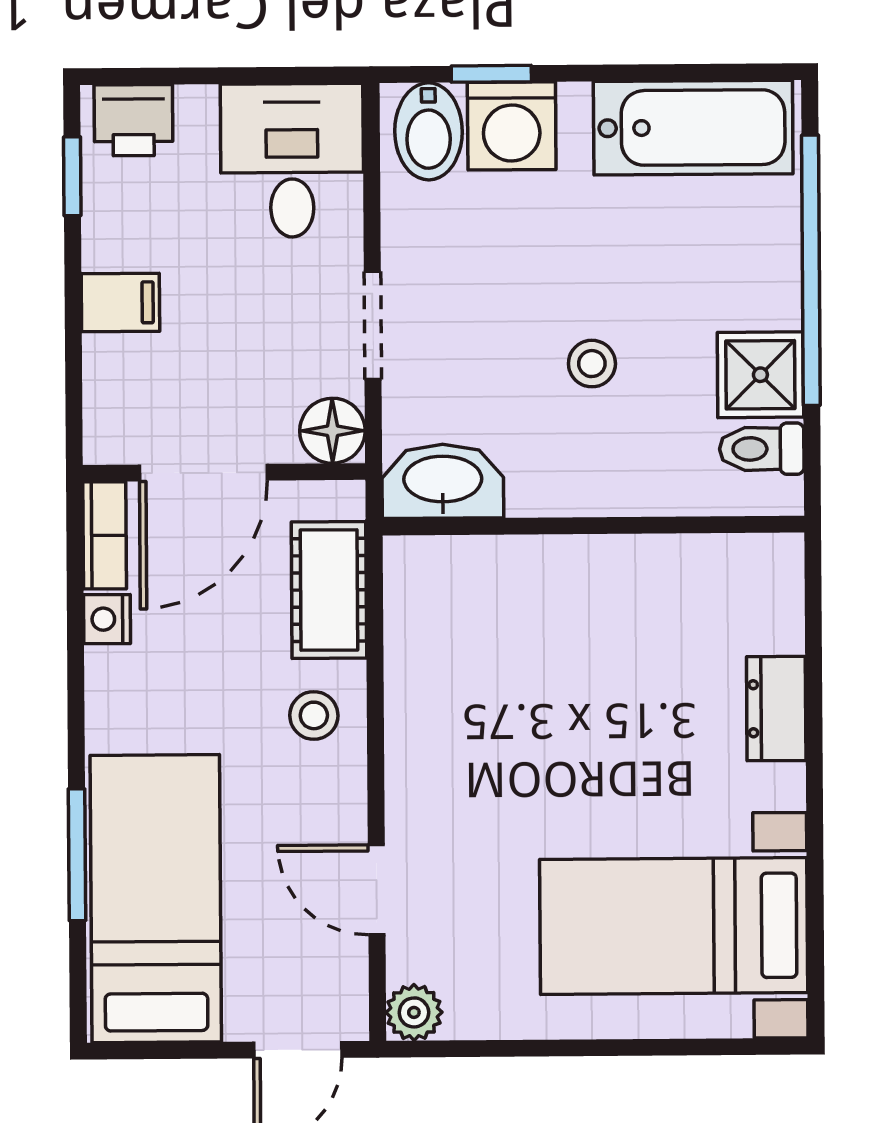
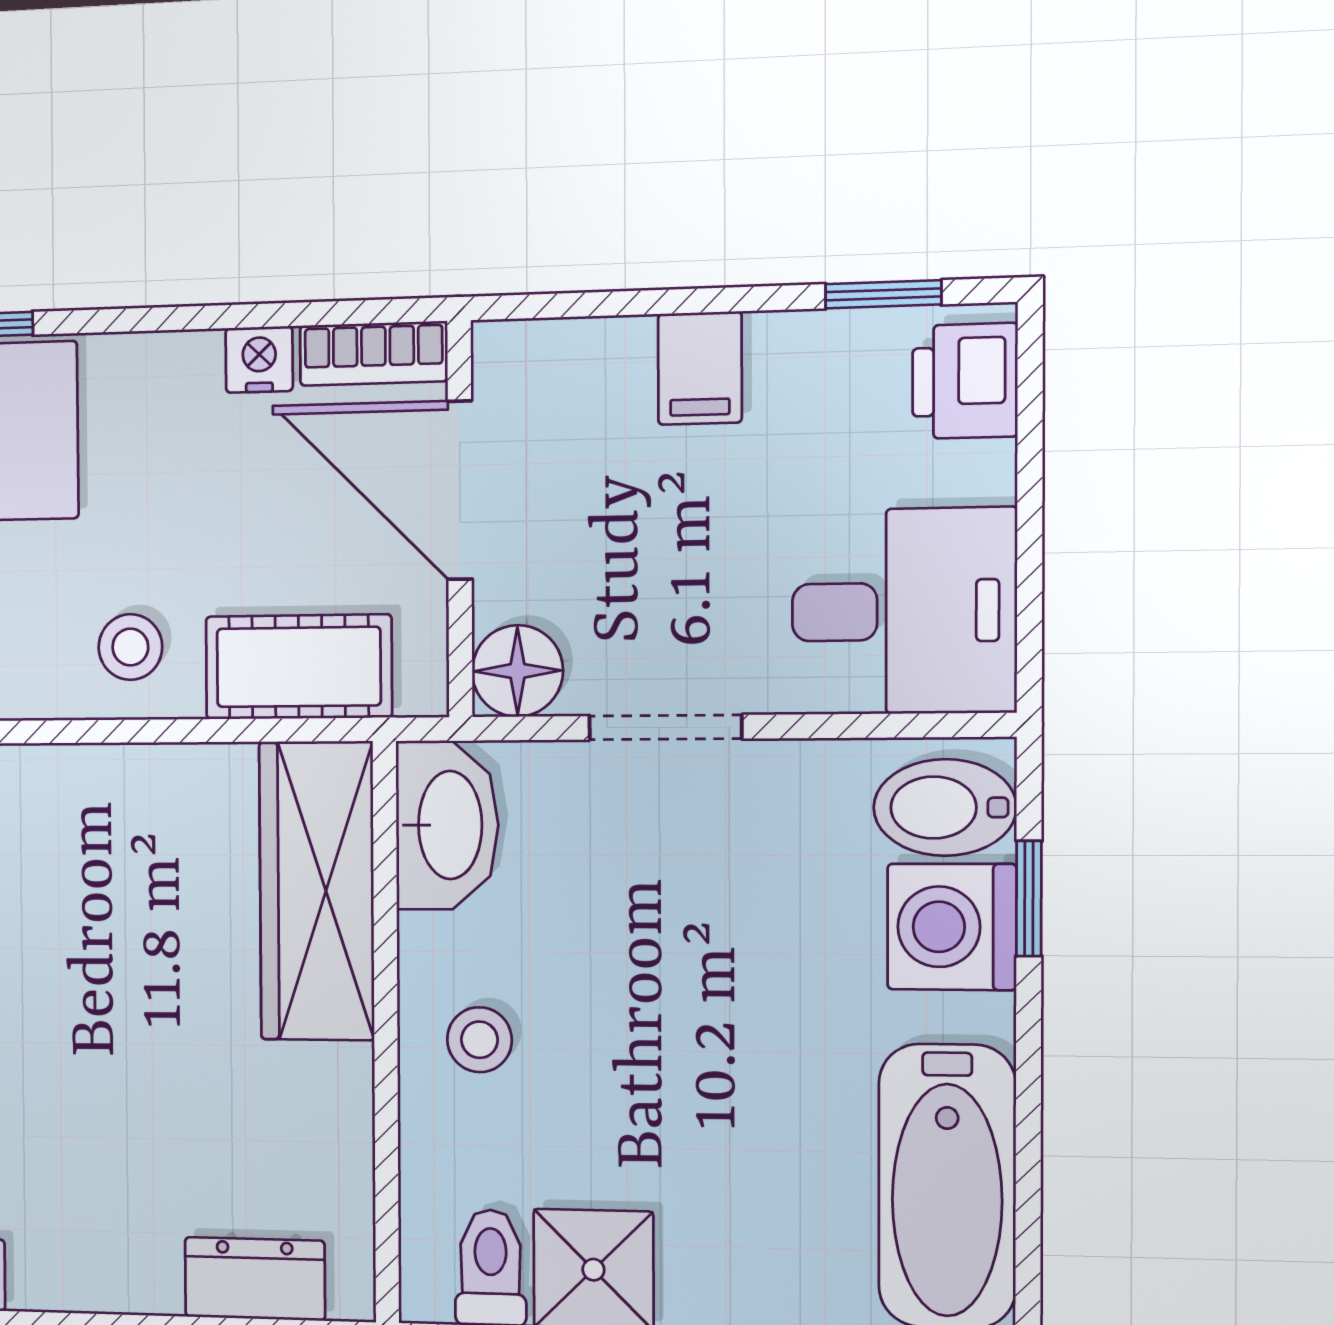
stool: (592, 364) -> (480, 1040), moved
wardrobe: (491, 577) -> (317, 891), added
dresser: (776, 709) -> (255, 1279), moved

